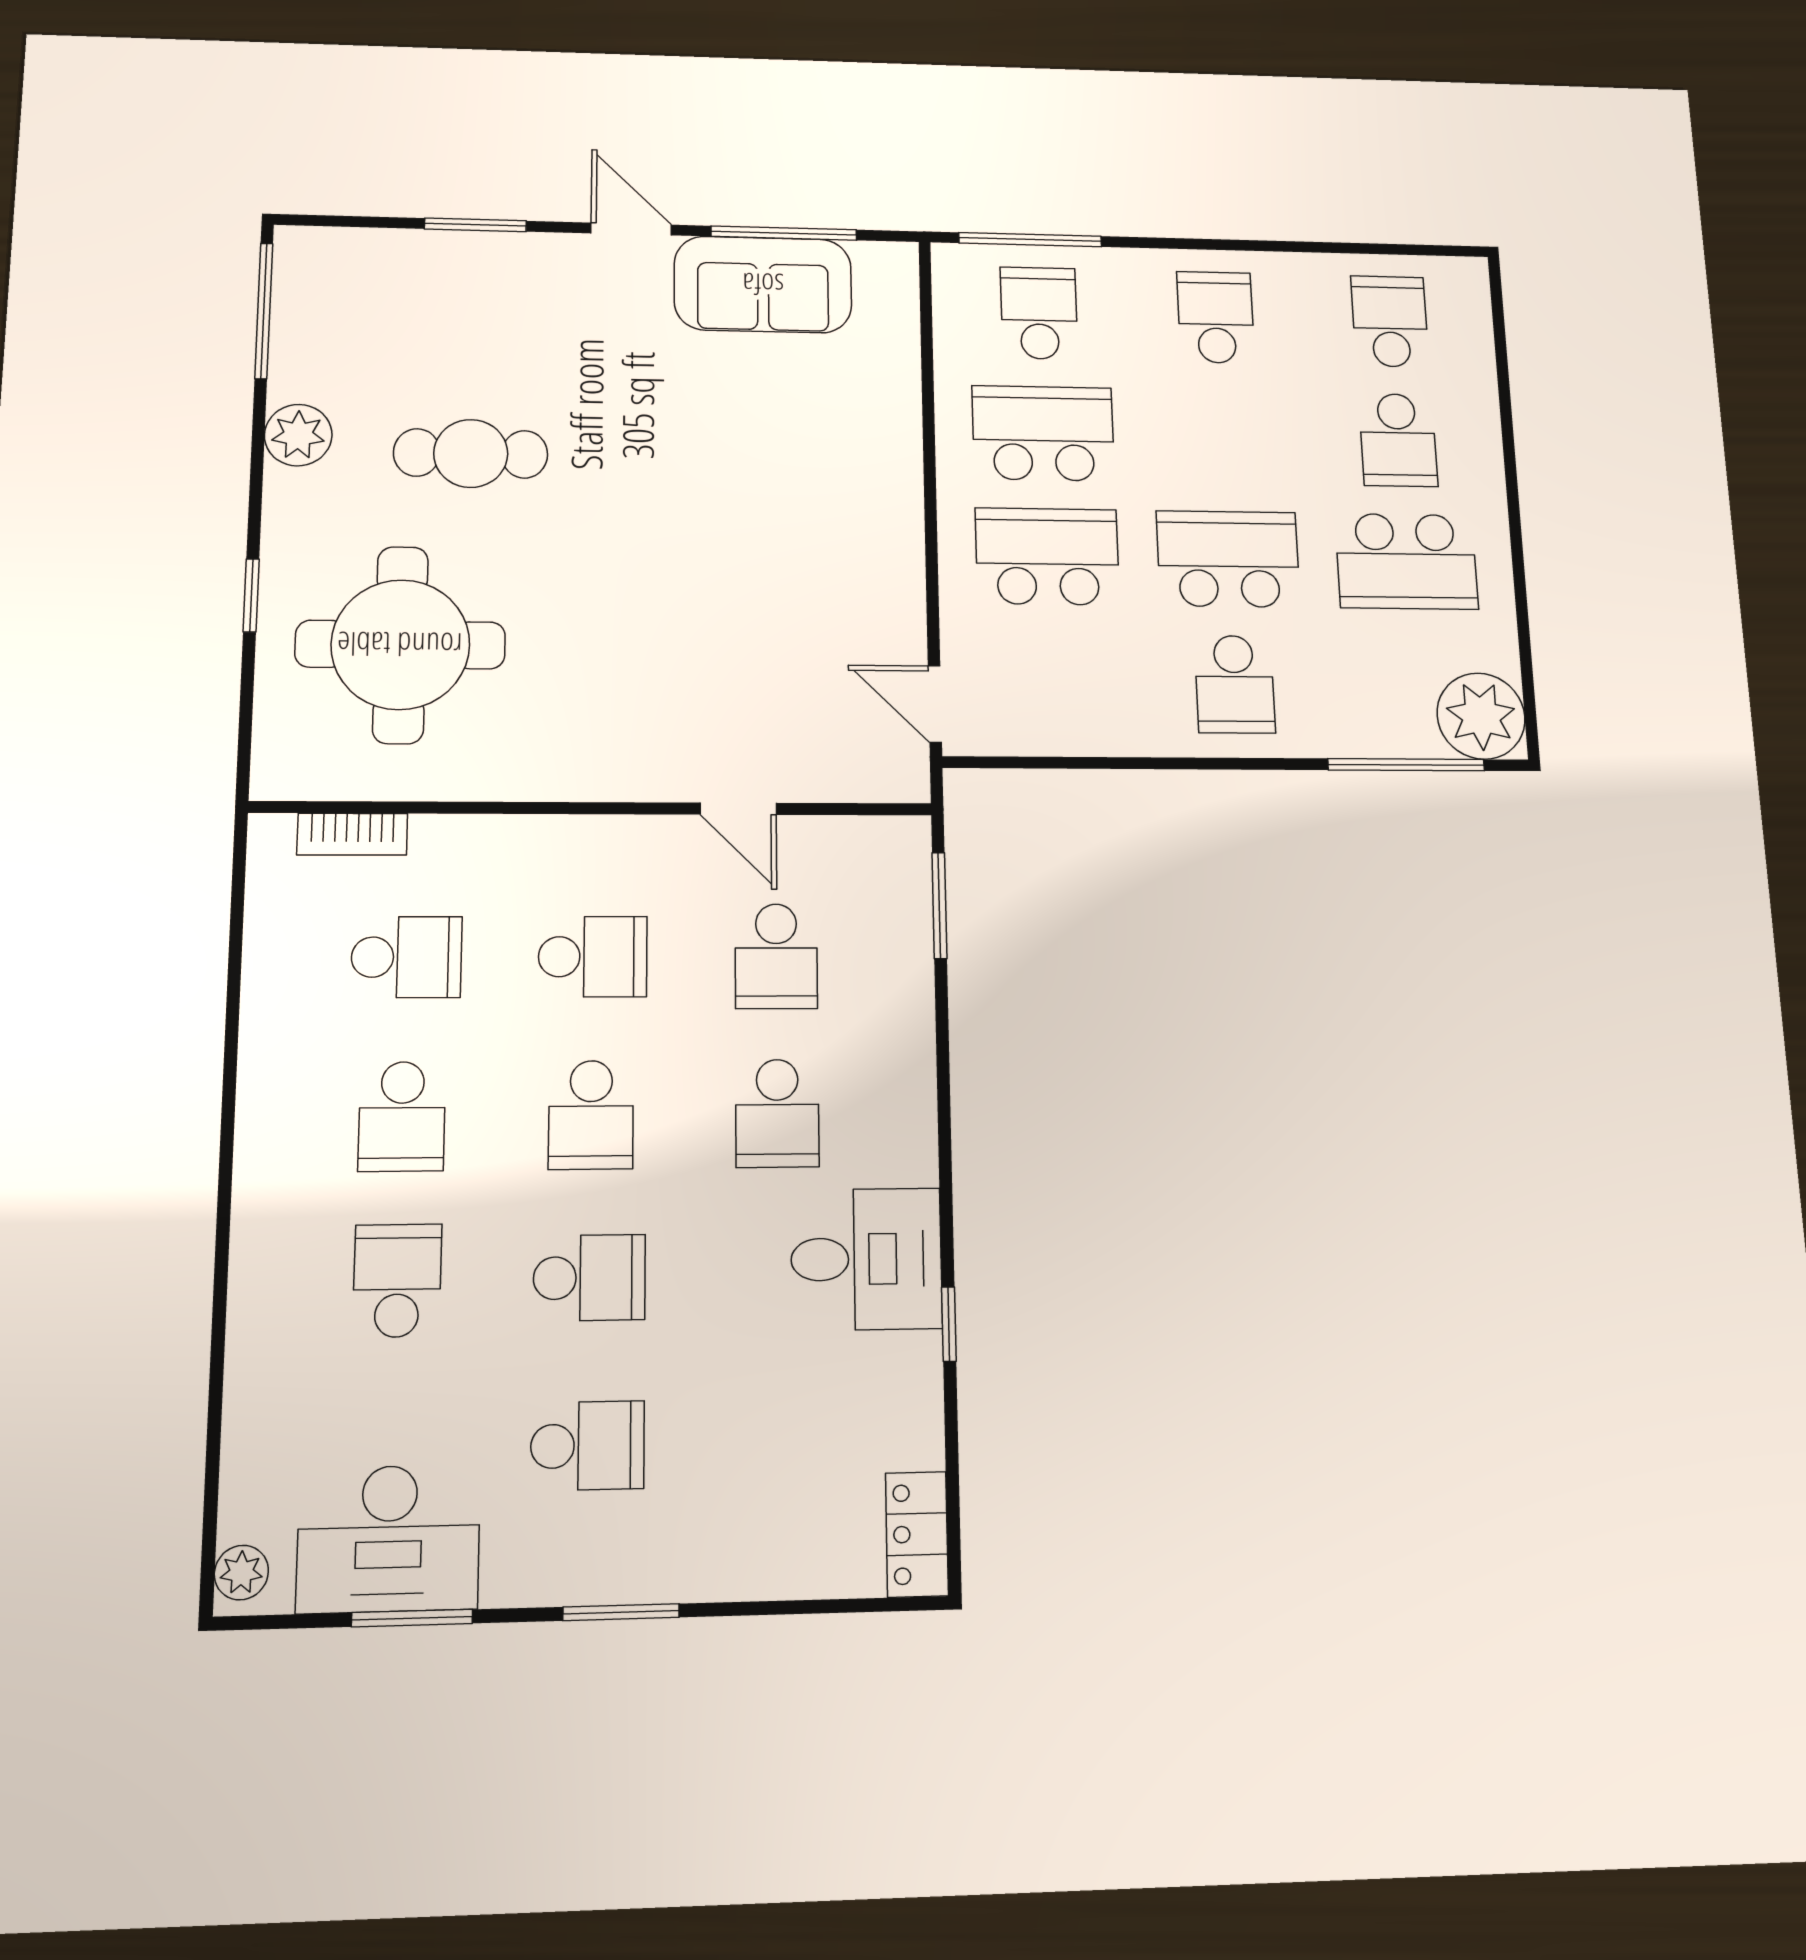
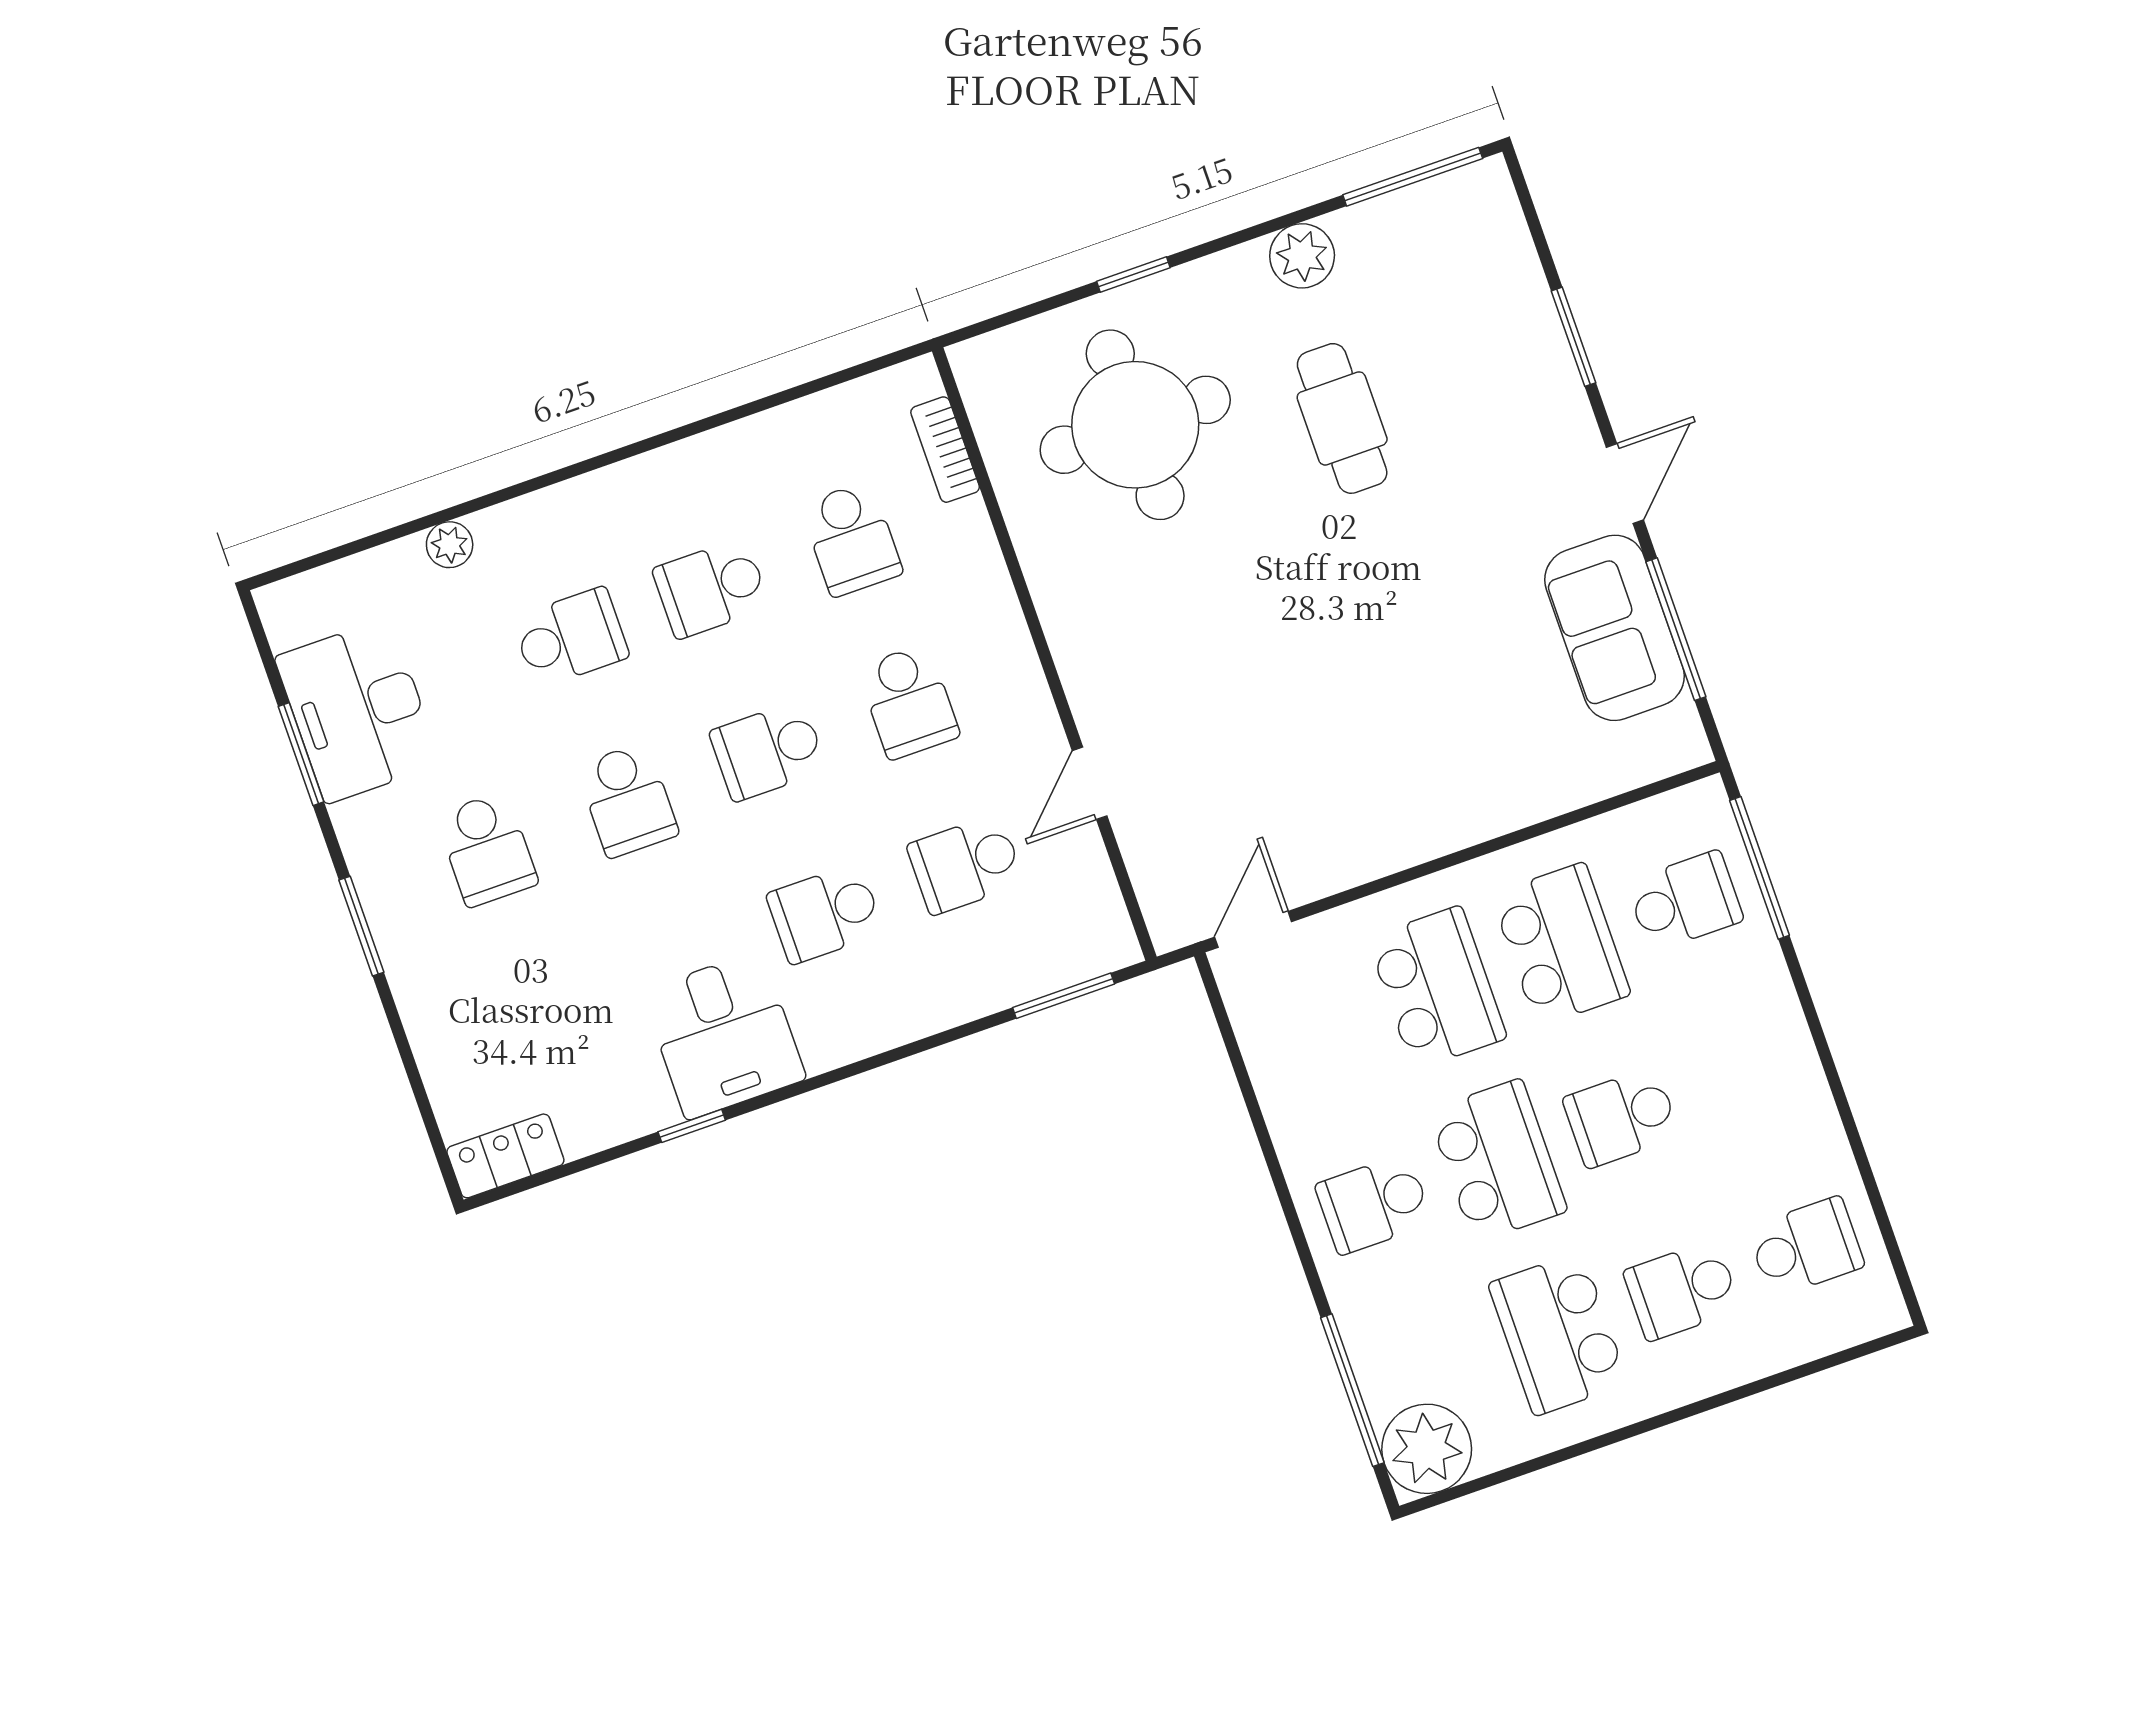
school desk: (1216, 317) -> (1621, 1117), moved, turned 180
plant: (241, 1573) -> (450, 545), moved

